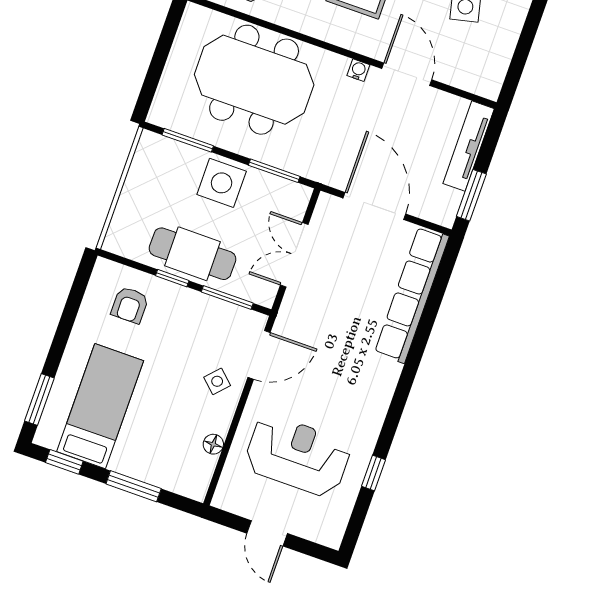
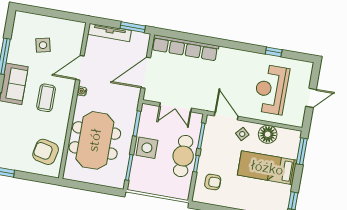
bed: (100, 406) -> (267, 168), moved
floor lamp: (213, 444) -> (268, 134), width x1.89, depth x1.89
window: (134, 486) -> (302, 151), moved

